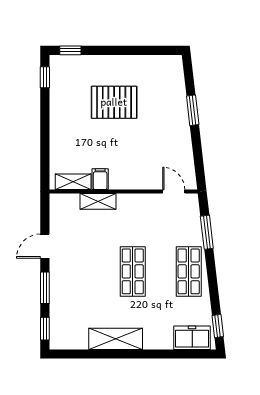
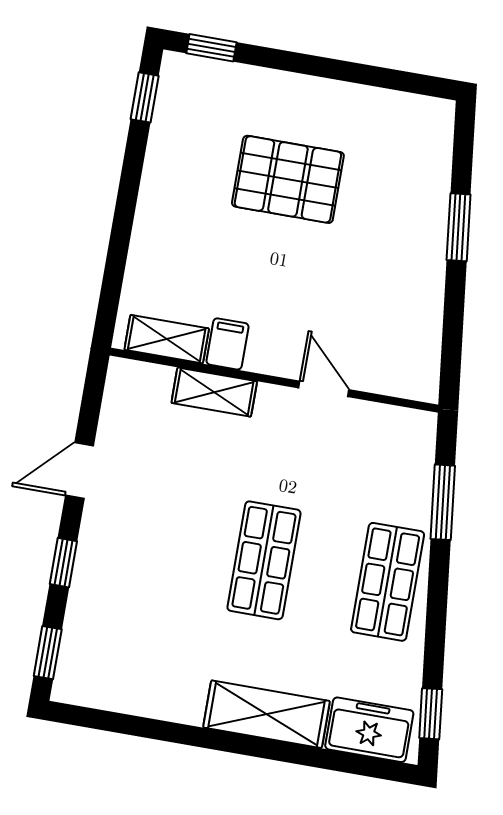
door: (174, 191) -> (324, 389), moved
window: (45, 288) -> (63, 563), width x0.67
shelving: (116, 339) -> (267, 714), moved

